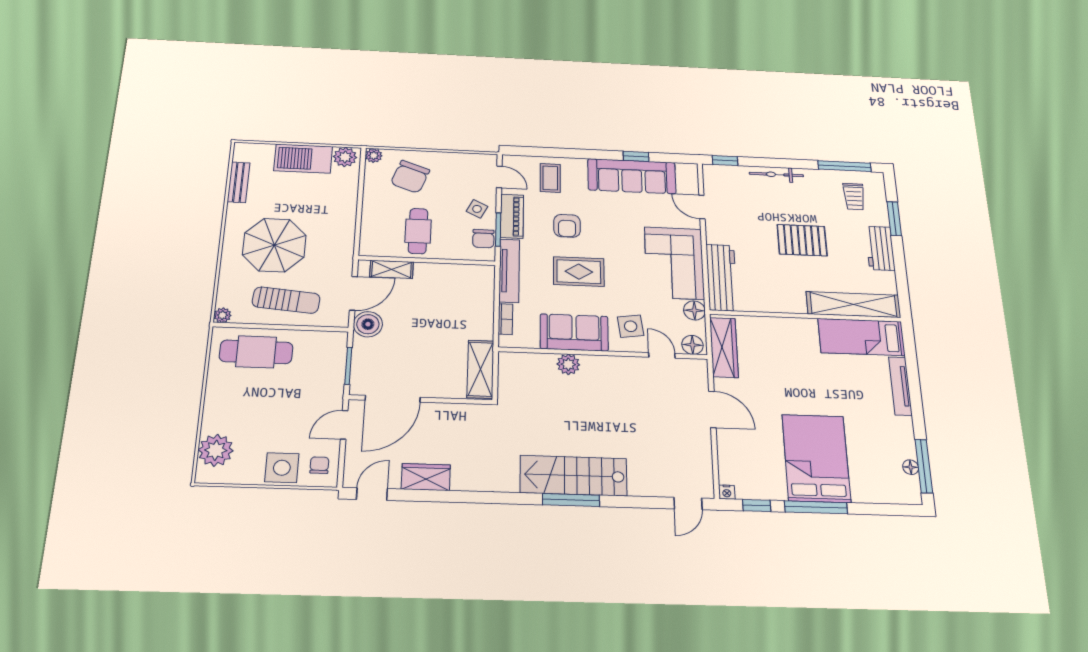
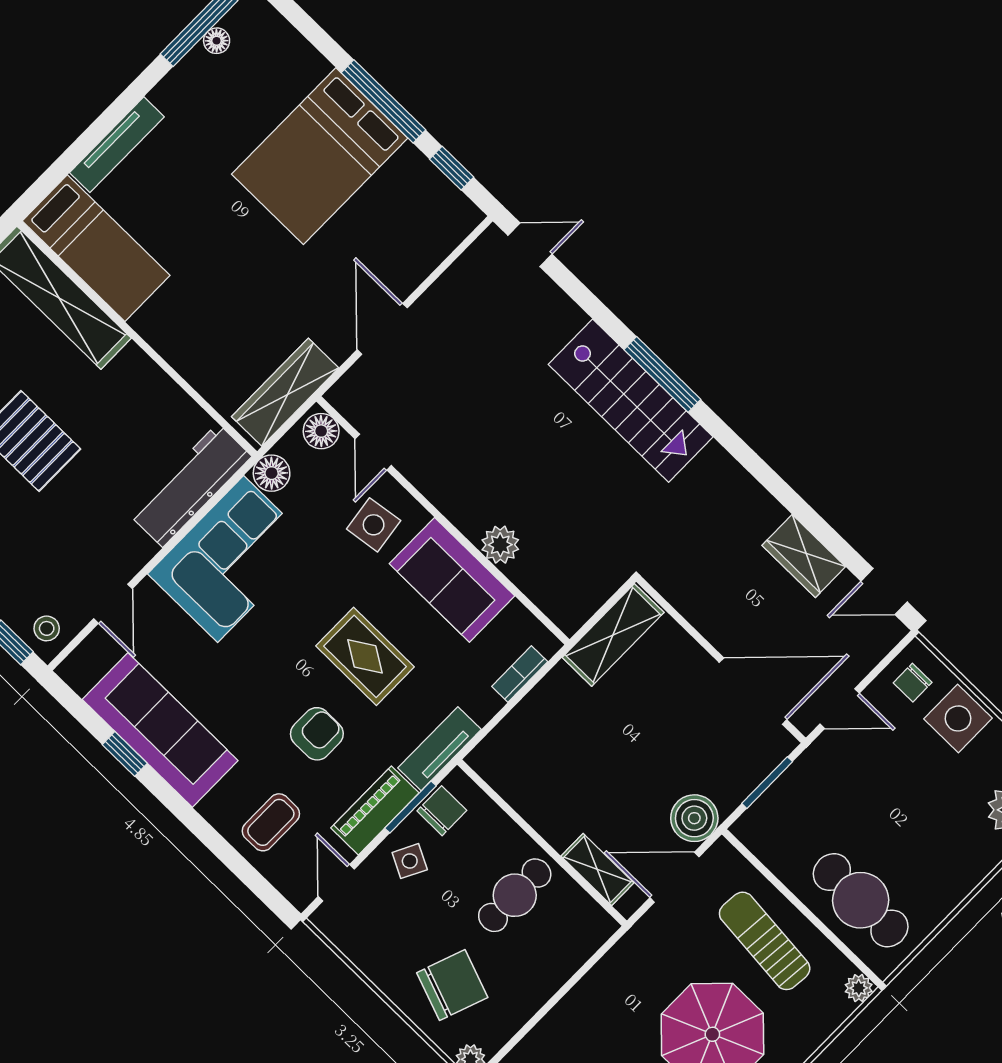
stool: (717, 177) -> (47, 628), added
tv unit: (509, 271) -> (439, 749), width x0.71
nightstand: (727, 492) -> (470, 216), removed

